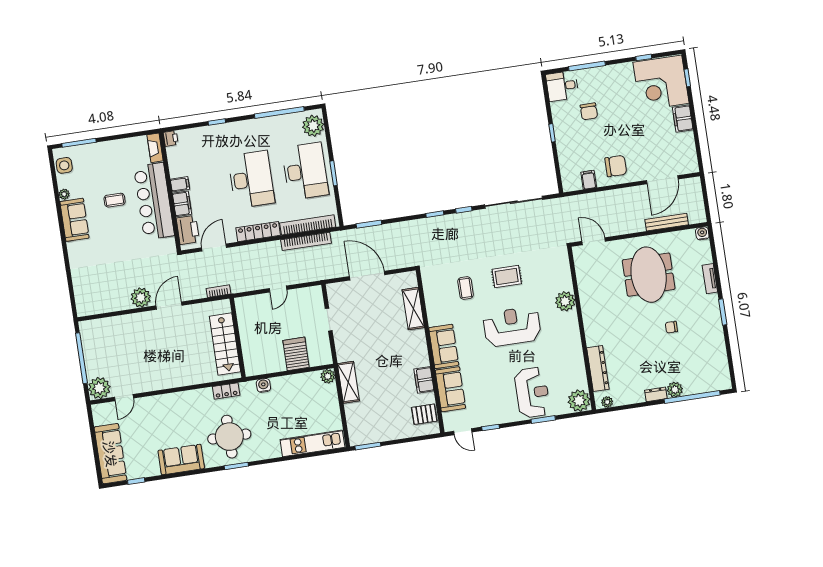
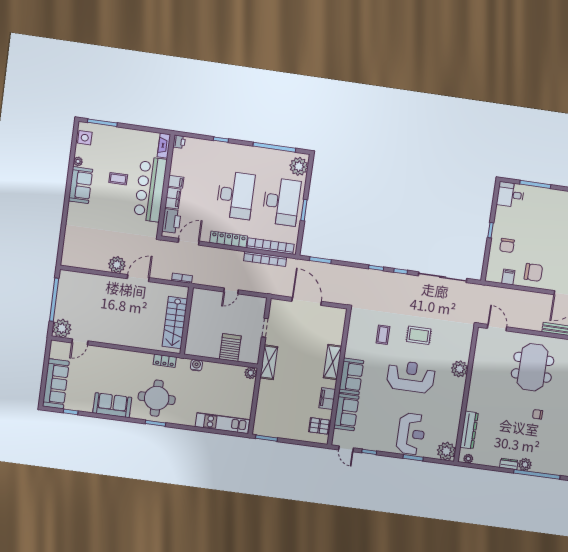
chair: (589, 111) -> (507, 245), moved
shelving: (413, 309) -> (333, 362), moved
shelving: (348, 382) -> (269, 362), moved

